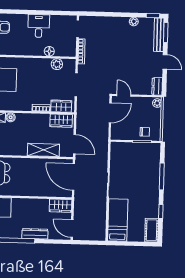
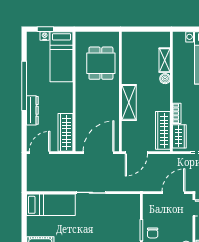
door: (110, 113) -> (173, 193), swing flipped
wardrobe: (61, 121) -> (163, 130), width x1.50
shelving: (43, 150) -> (129, 102), moved
wardrobe: (61, 206) -> (65, 132), width x1.50

